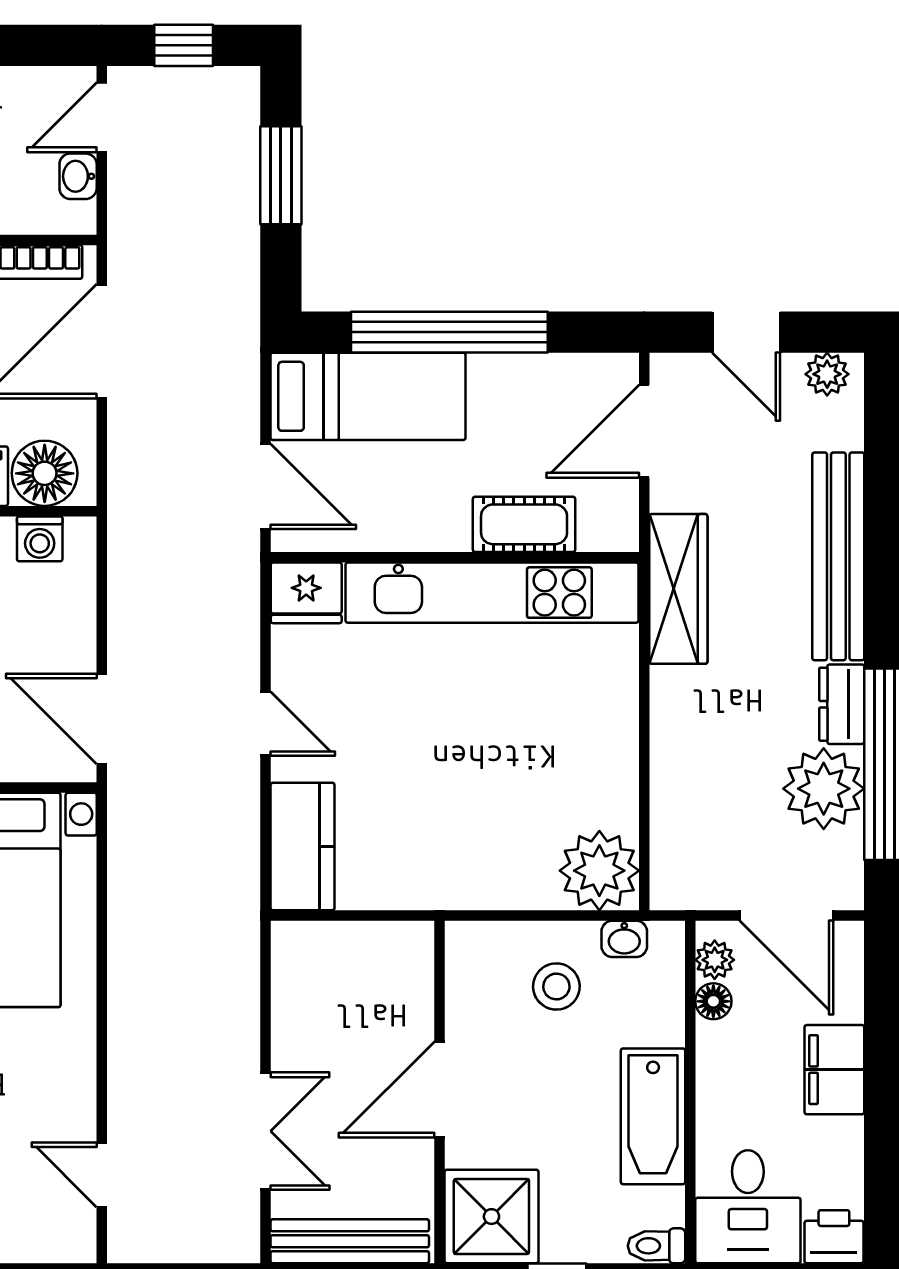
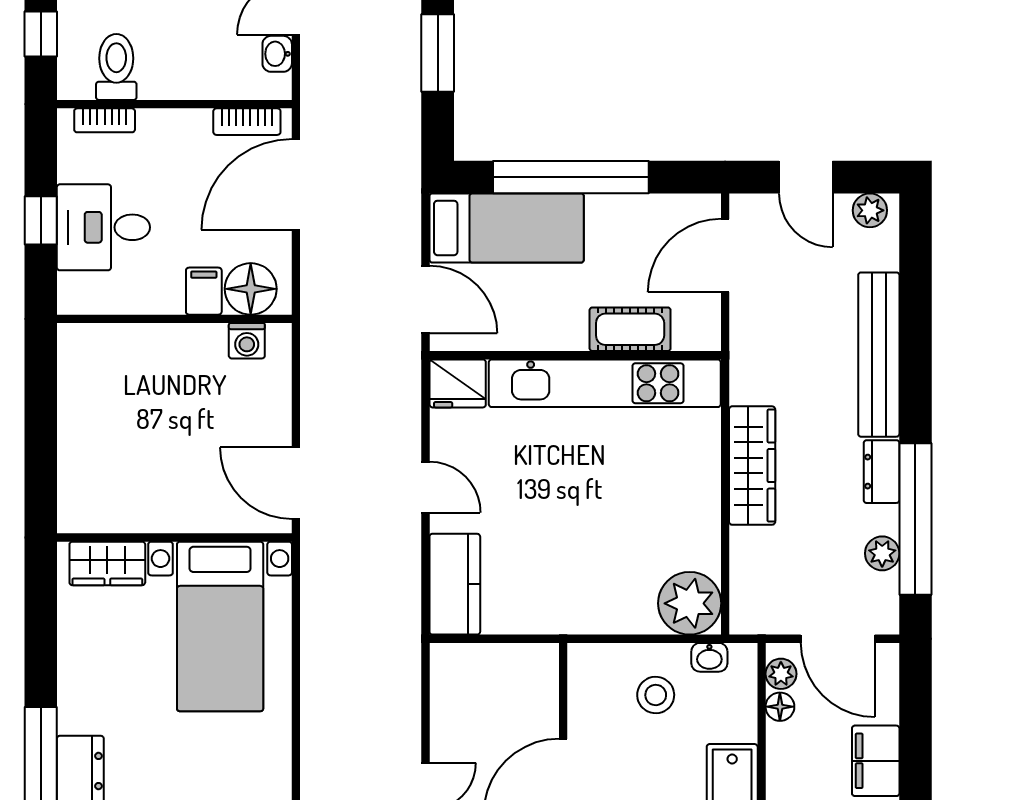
wardrobe: (678, 589) -> (752, 466), moved
plant: (824, 789) -> (882, 553), width x0.53, depth x0.53

